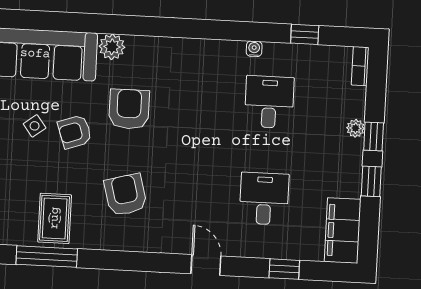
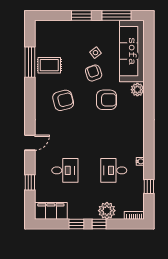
desk: (269, 102) -> (114, 170), turned 180
plant: (356, 128) -> (107, 211), width x1.87, depth x1.87

